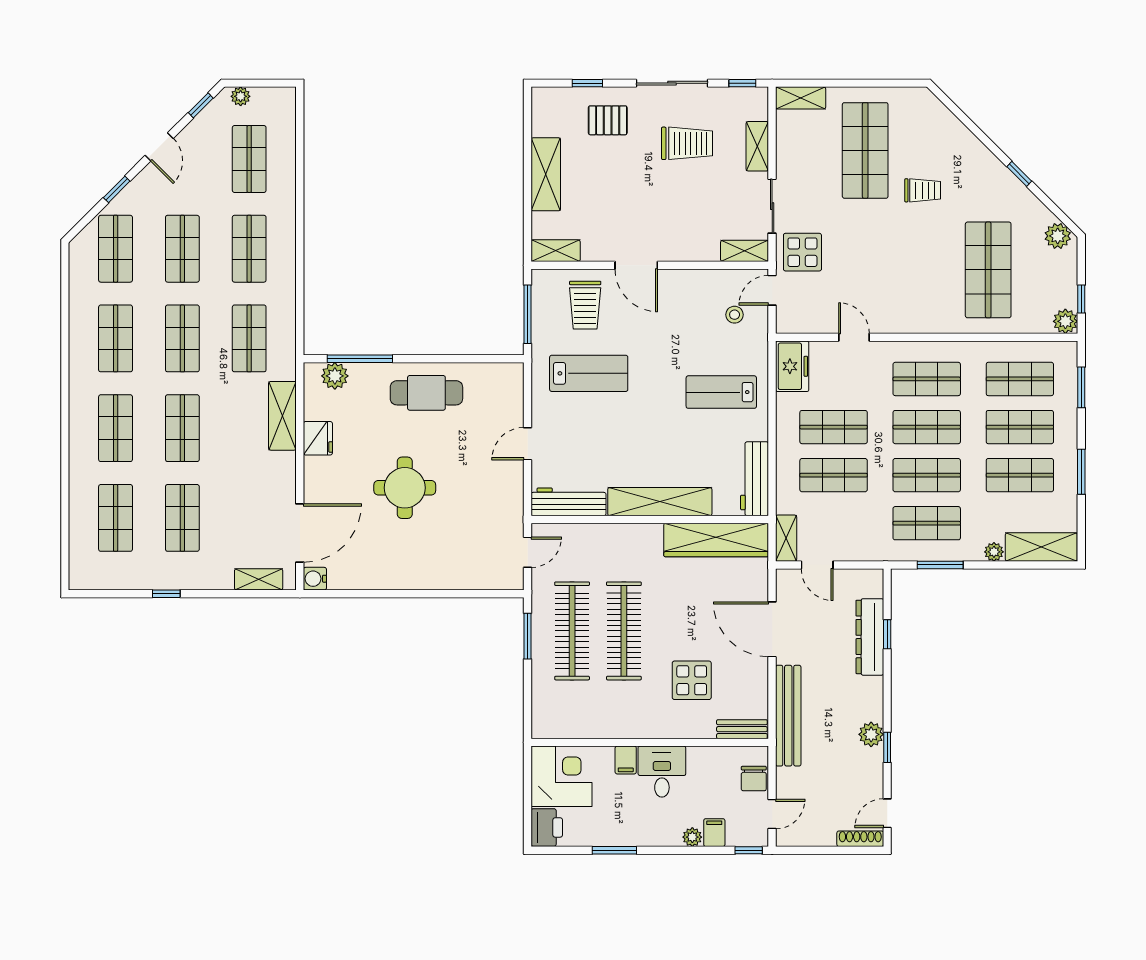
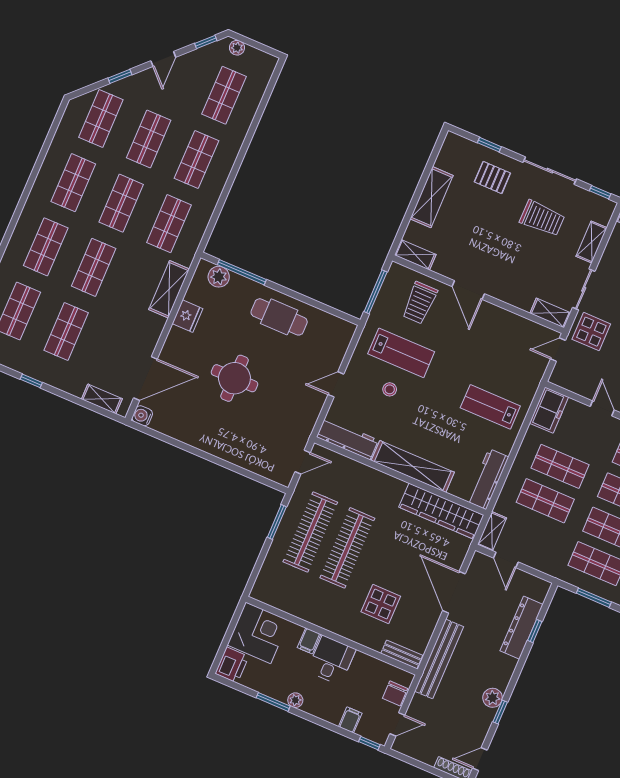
stool: (735, 315) -> (390, 389), moved
plant: (692, 837) -> (295, 700), moved

